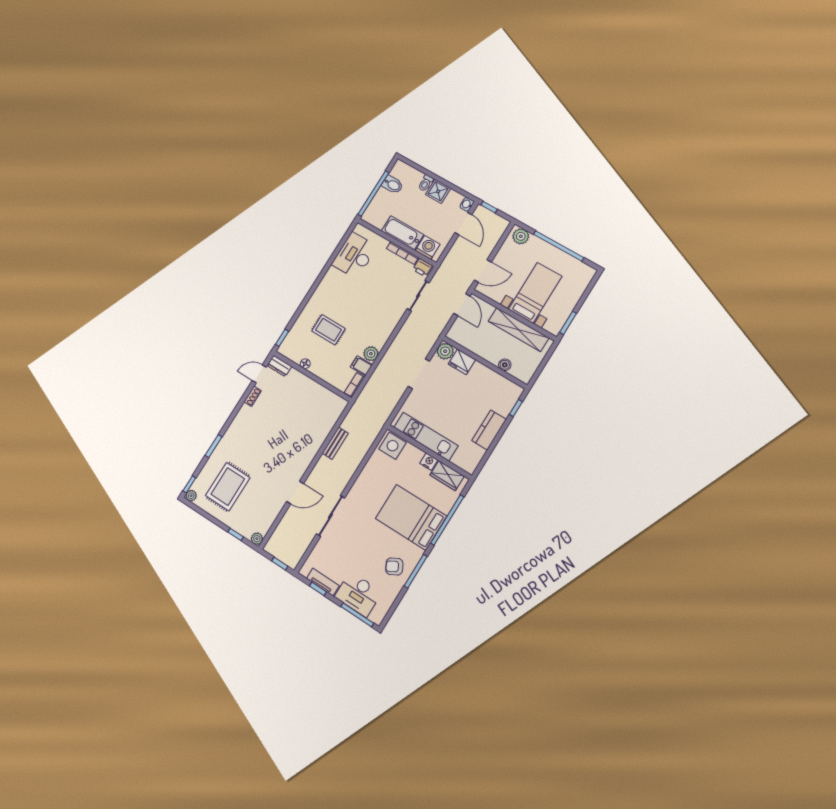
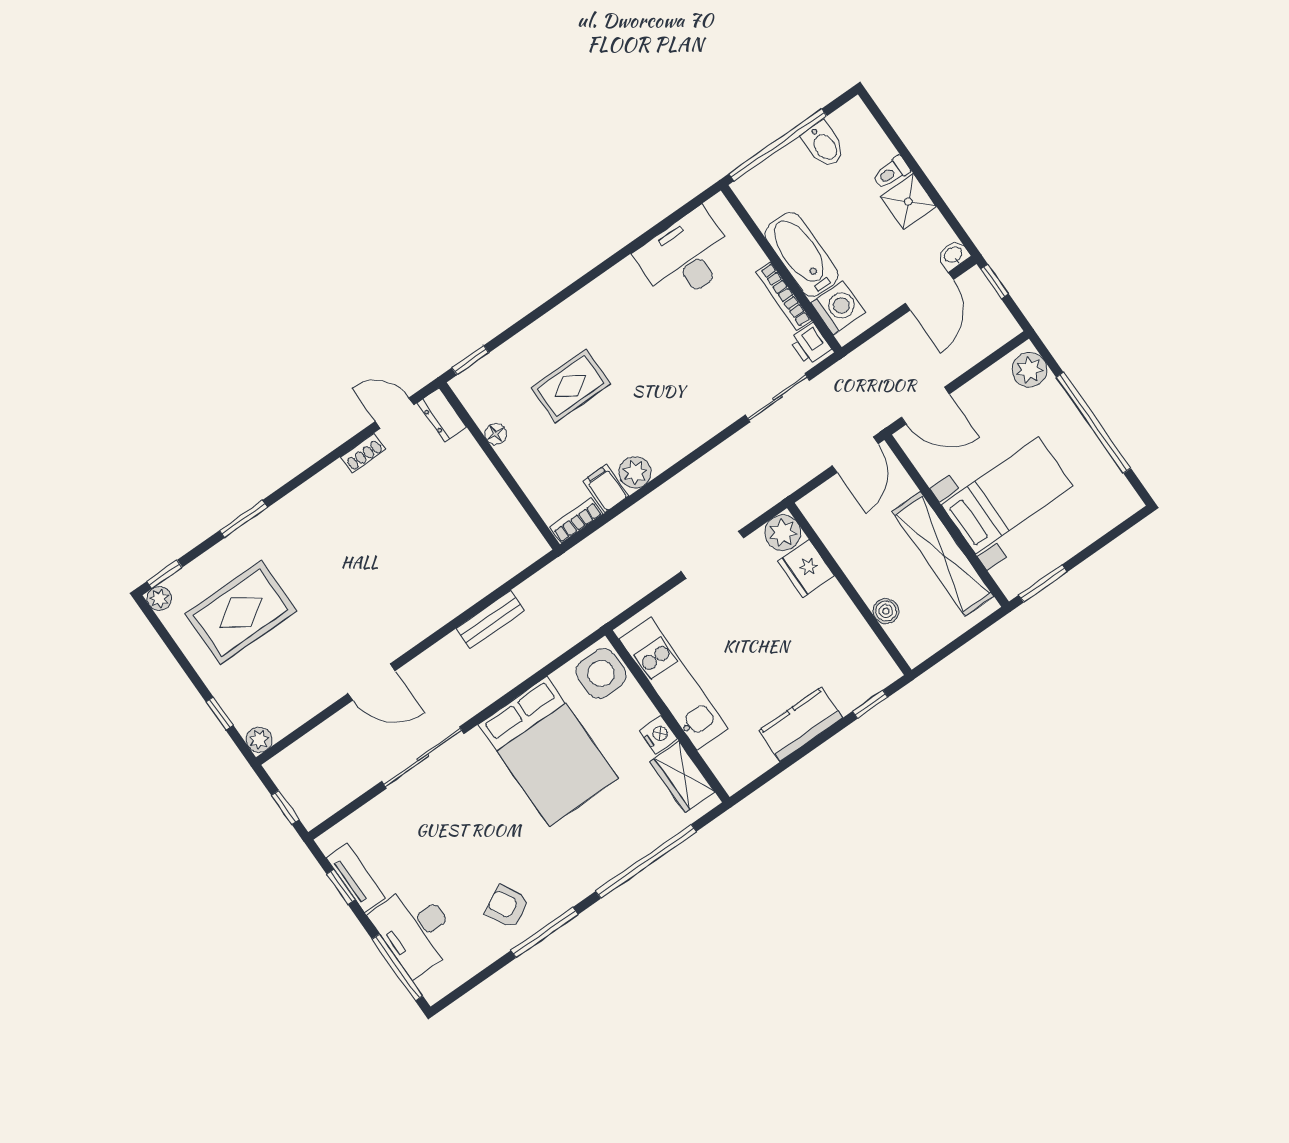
rug: (329, 330) -> (571, 386), turned 90
bed: (411, 517) -> (548, 751), moved, turned 180

